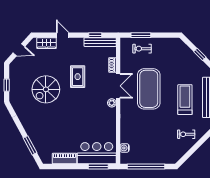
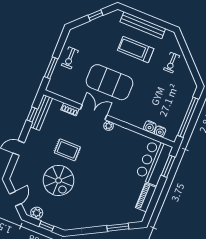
wardrobe: (47, 43) -> (20, 168), removed
exercise bike: (142, 49) -> (70, 58), moved
plant: (14, 72) -> (37, 213), added
spiral stairs: (46, 89) -> (59, 180), moved
water cooler: (125, 138) -> (150, 127), added

